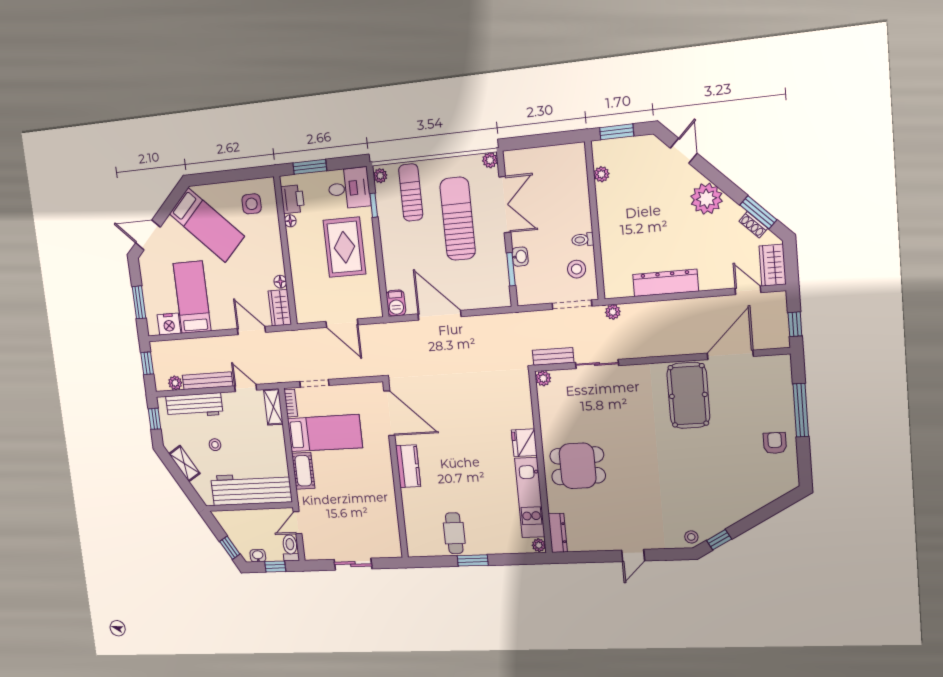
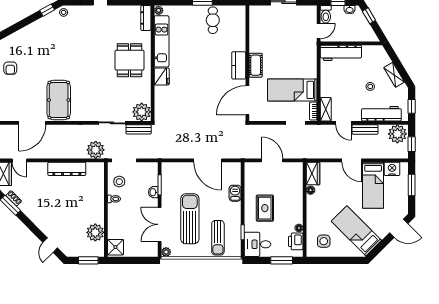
shower: (573, 159) -> (115, 247), added
plant: (601, 174) -> (95, 232), width x1.88, depth x1.88
plant: (380, 176) -> (236, 250), removed
plant: (707, 199) -> (39, 216), removed
sun lounger: (458, 219) -> (190, 219), turned 180
rug: (344, 247) -> (265, 208), width x0.73, depth x0.70
barbecue: (396, 303) -> (235, 193), moved
plant: (613, 312) -> (96, 150), width x1.88, depth x1.88
door: (251, 330) -> (352, 160), moved
plant: (543, 378) -> (142, 112), width x1.87, depth x1.87
bench: (207, 381) -> (365, 130), width x0.73
plant: (175, 383) -> (397, 134), width x1.88, depth x1.88
door: (389, 413) -> (247, 100), hinge flipped
dining table: (578, 466) -> (130, 60), turned 90
cot: (303, 471) -> (256, 65), moved
workbench: (251, 489) -> (341, 53), width x0.73, depth x0.76

